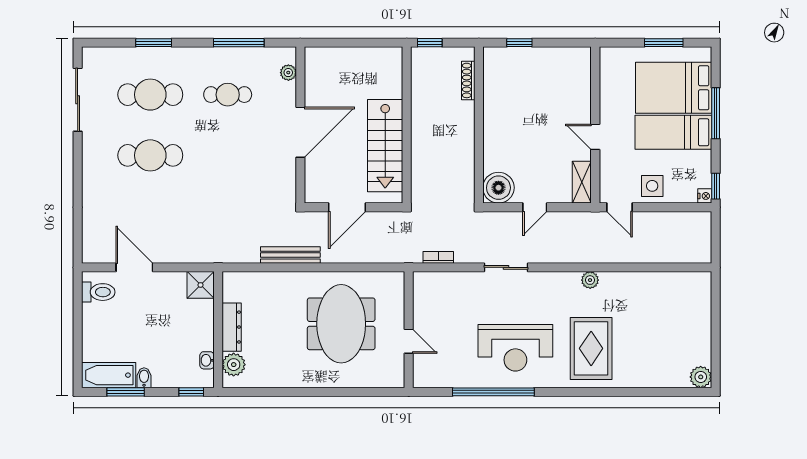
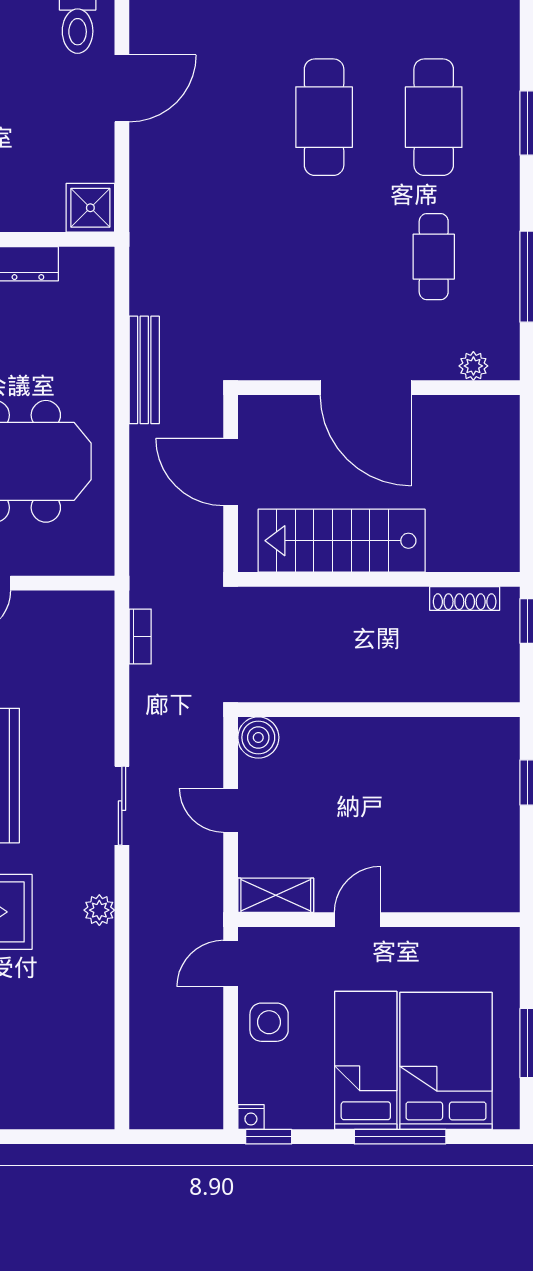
shoe rack: (468, 80) -> (465, 599), moved, turned 180
boiler: (498, 188) -> (258, 737), width x0.73, depth x0.73
sliding door: (506, 267) -> (122, 806), moved

